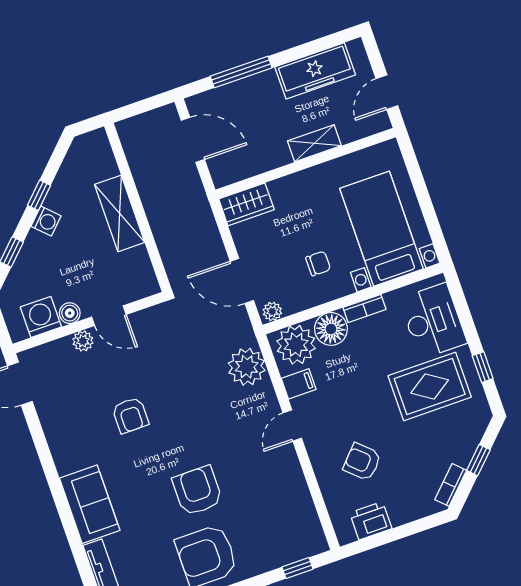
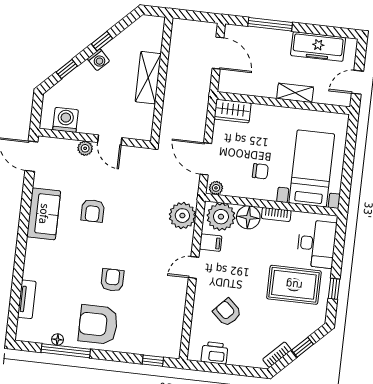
boiler: (70, 313) -> (85, 126), removed
armchair: (197, 491) -> (112, 280), width x0.72, depth x0.72
sofa: (90, 504) -> (44, 214), moved

